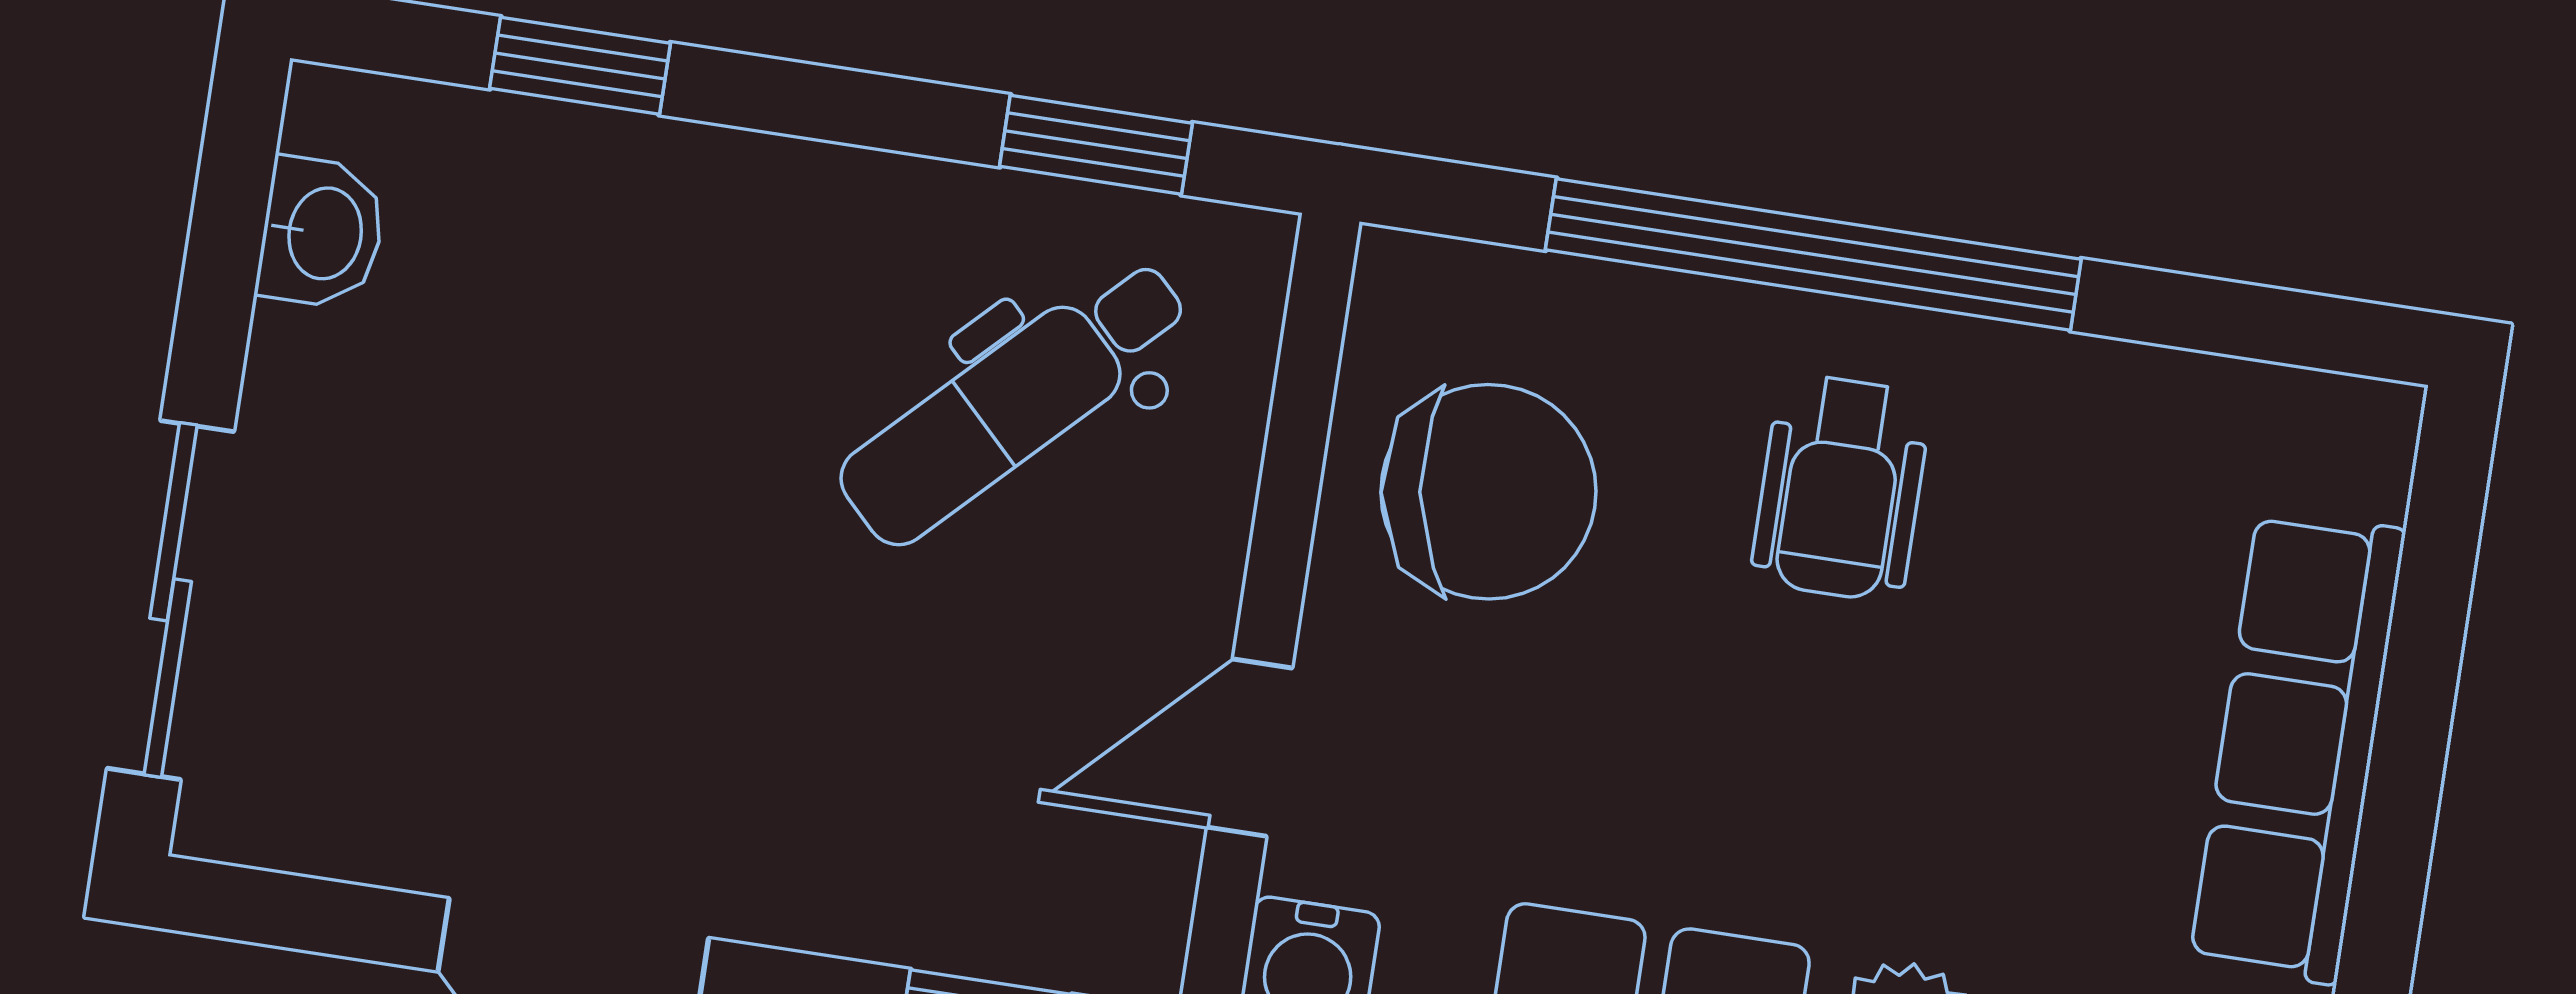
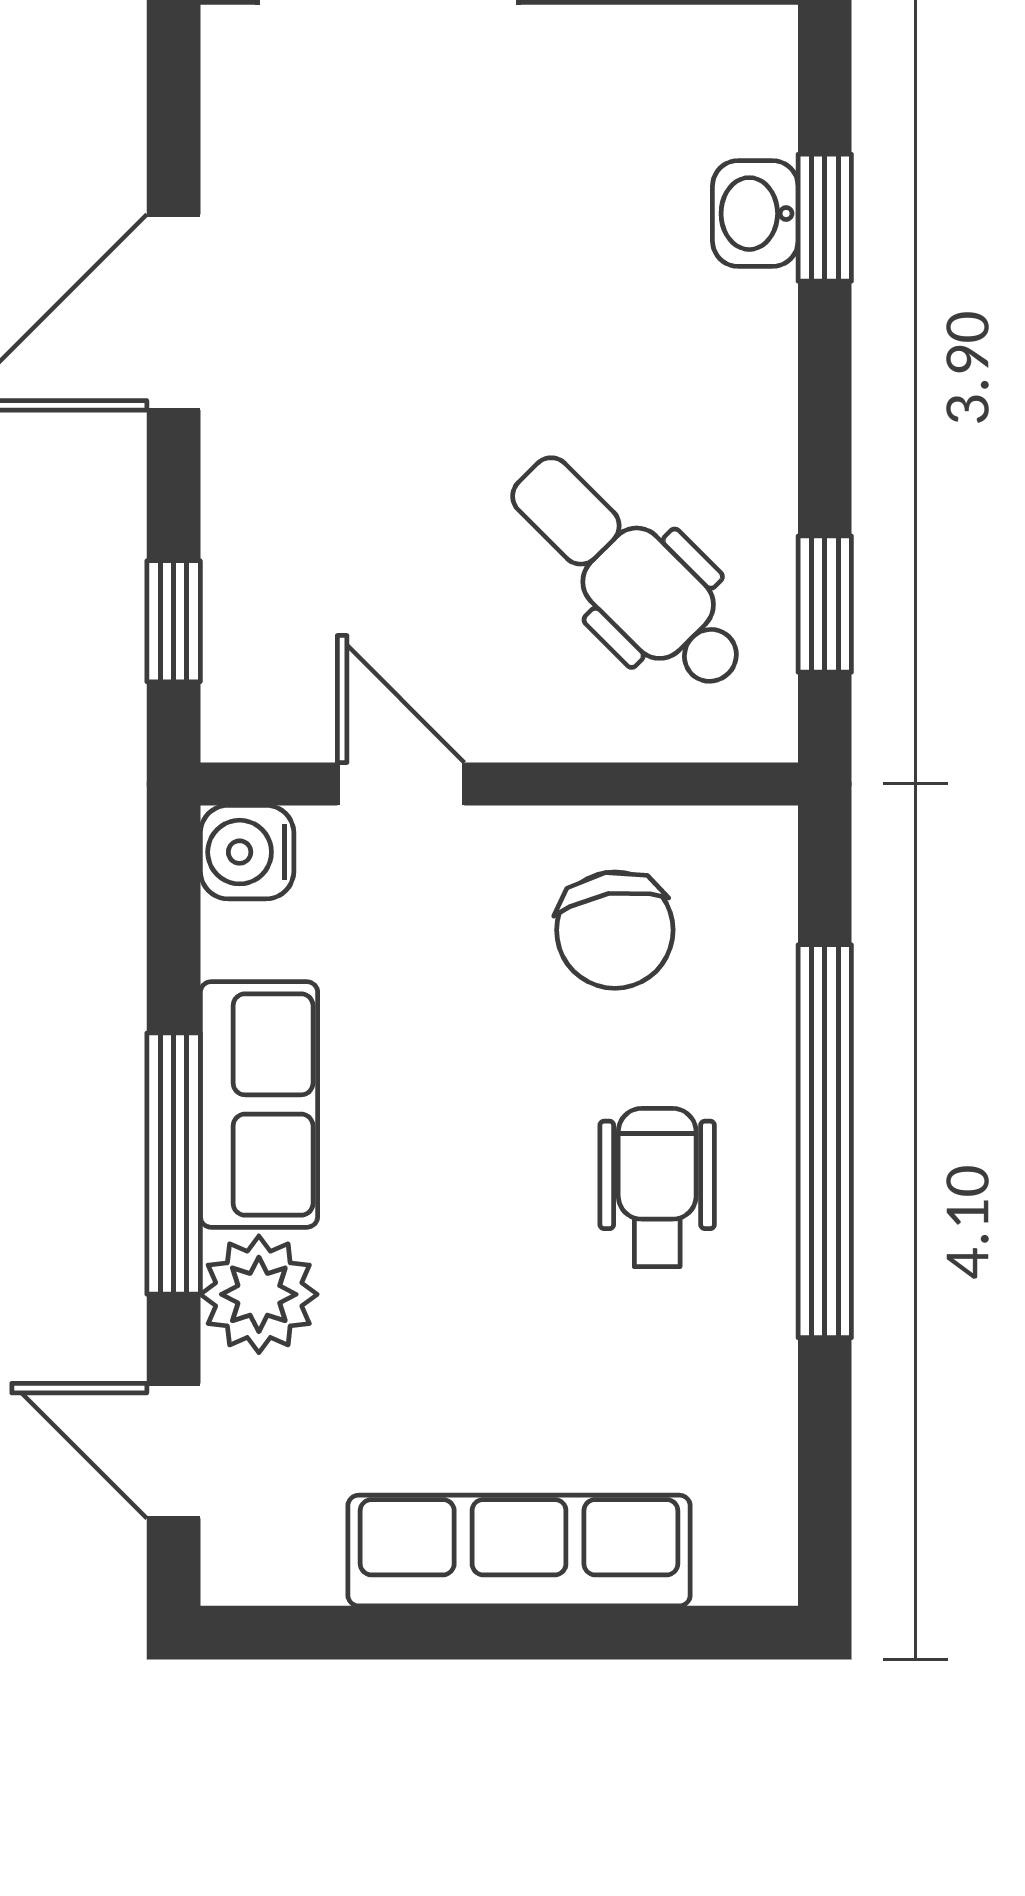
washbasin: (322, 233) -> (755, 214), moved, turned 90
wheelchair: (1841, 488) -> (657, 1188), turned 90
chair: (1488, 492) -> (615, 930), width x0.73, depth x0.73

